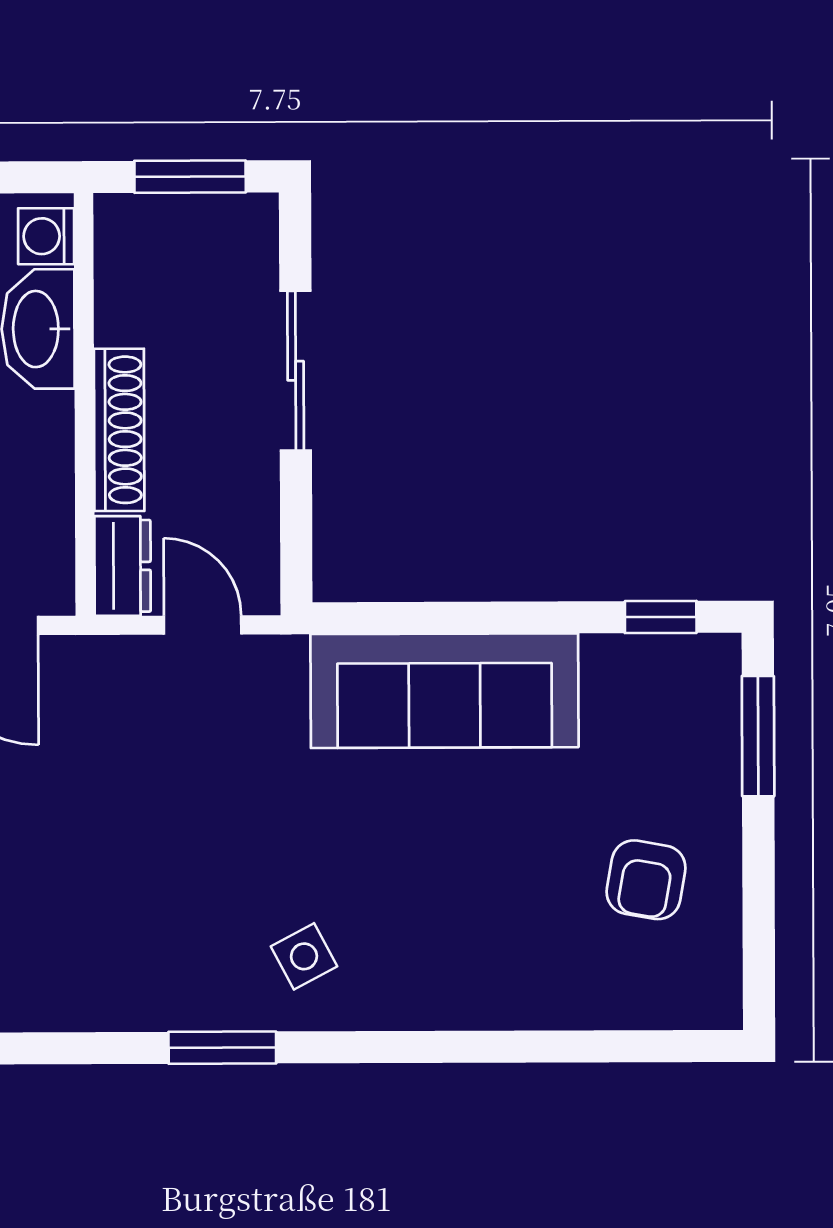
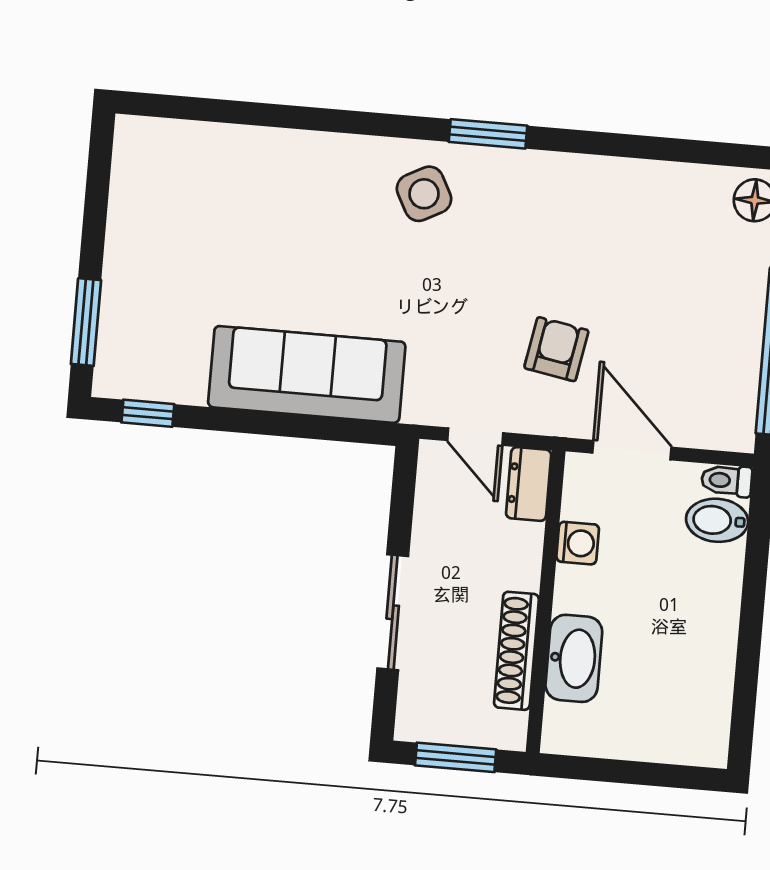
washing machine: (46, 236) -> (578, 543), moved
shoe rack: (119, 430) -> (516, 651), moved
armchair: (646, 880) -> (556, 349), moved
side table: (304, 956) -> (424, 194), width x1.37, depth x1.37

